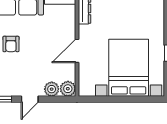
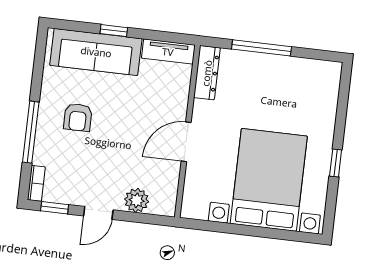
plant: (68, 89) -> (164, 203), removed

